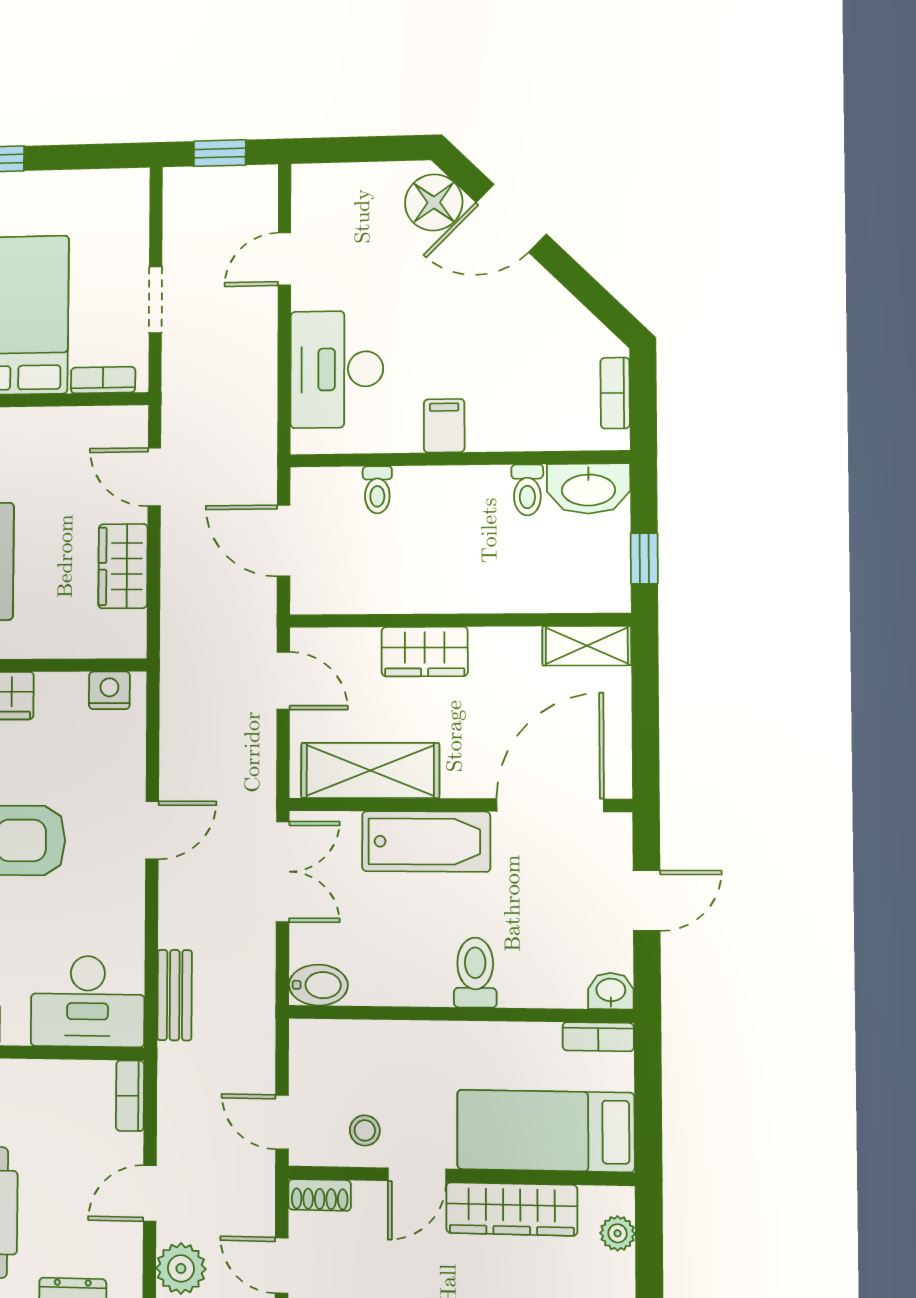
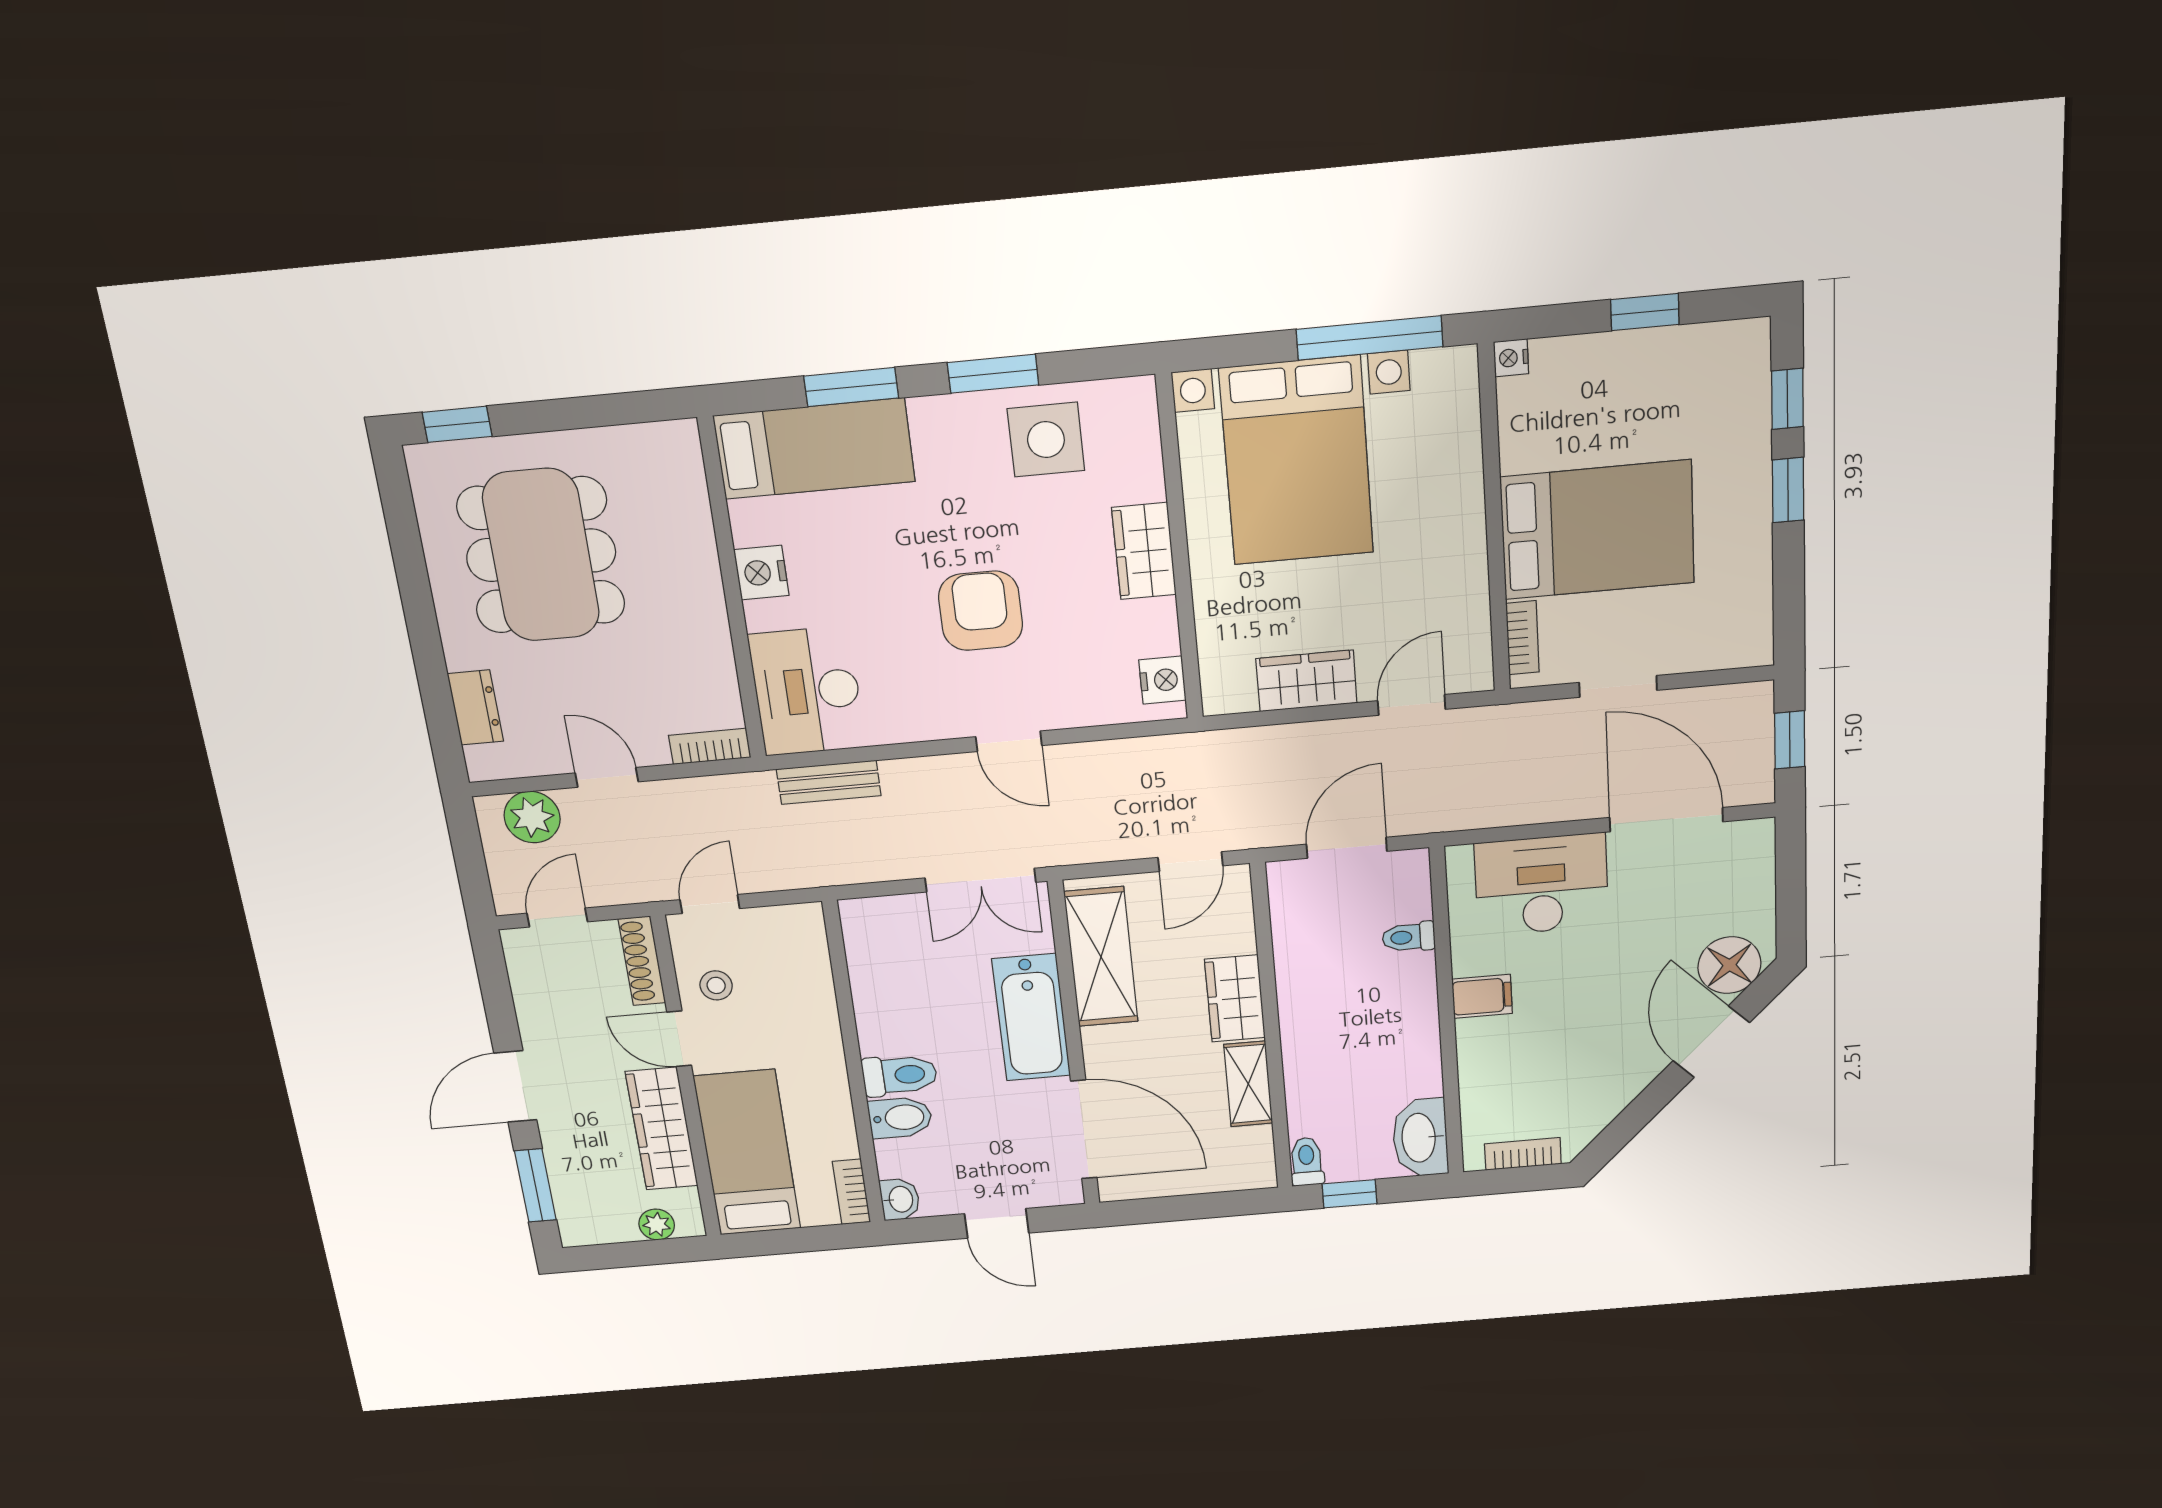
door: (284, 259) -> (1666, 820), width x1.88
toilet: (527, 490) -> (1307, 1162), moved, turned 90
shelving: (587, 646) -> (1248, 1084), moved
bidet: (318, 985) -> (900, 1118), moved, turned -90
shoe rack: (320, 1195) -> (642, 961), width x1.43

